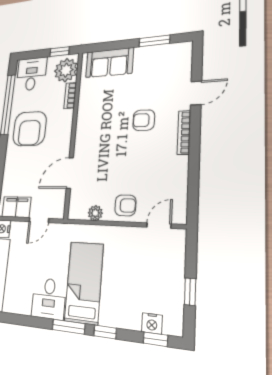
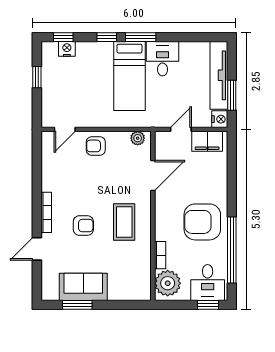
window: (59, 52) -> (208, 305), moved
sofa: (109, 63) -> (83, 287), moved
coffee table: (102, 126) -> (124, 222), added
armchair: (30, 129) -> (202, 222), turned -90
plant: (95, 213) -> (138, 138), moved

